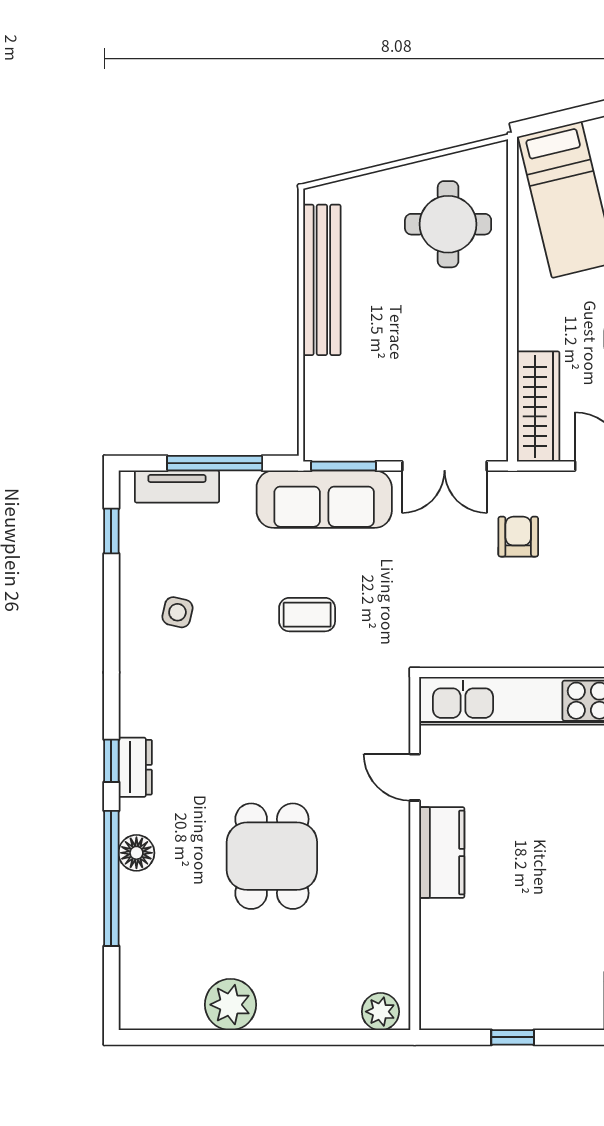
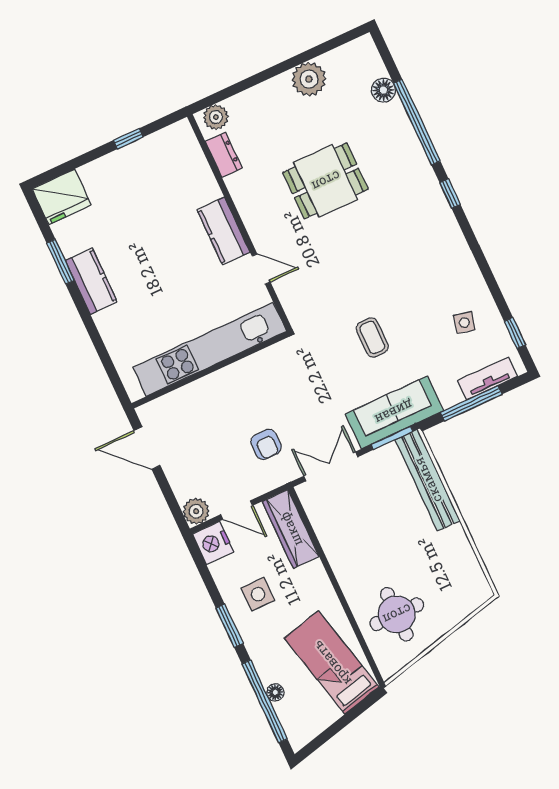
bench: (322, 280) -> (428, 480), moved
side table: (177, 612) -> (464, 323), moved
coffee table: (307, 615) -> (372, 337), turned 90
dresser: (135, 767) -> (224, 155), moved, turned 180
floor lamp: (136, 853) -> (383, 90), moved
dining table: (272, 856) -> (326, 181), turned 90

